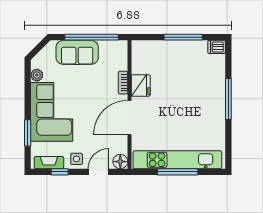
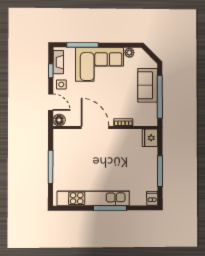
fridge: (141, 85) -> (150, 138), moved, turned 90
window: (28, 133) -> (82, 45), width x1.44
kitchen unit: (177, 160) -> (93, 198), moved, turned -90

